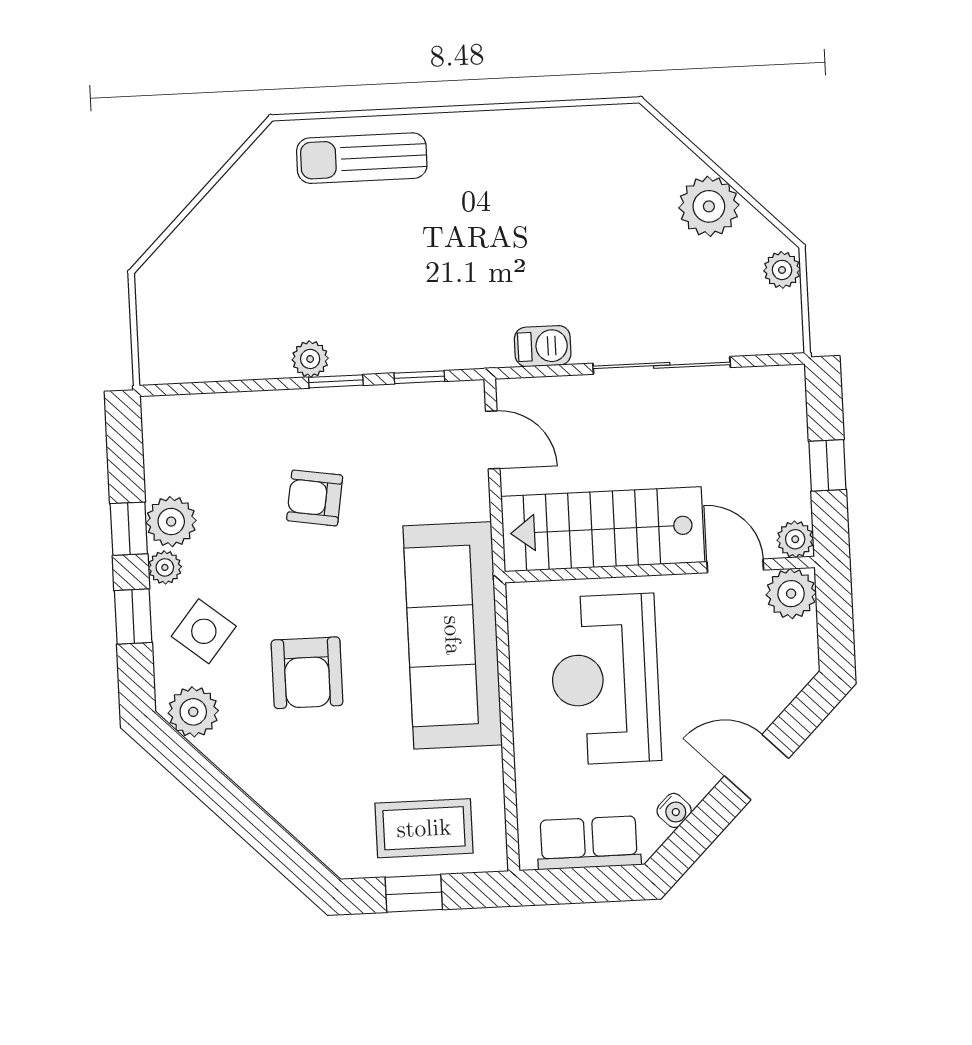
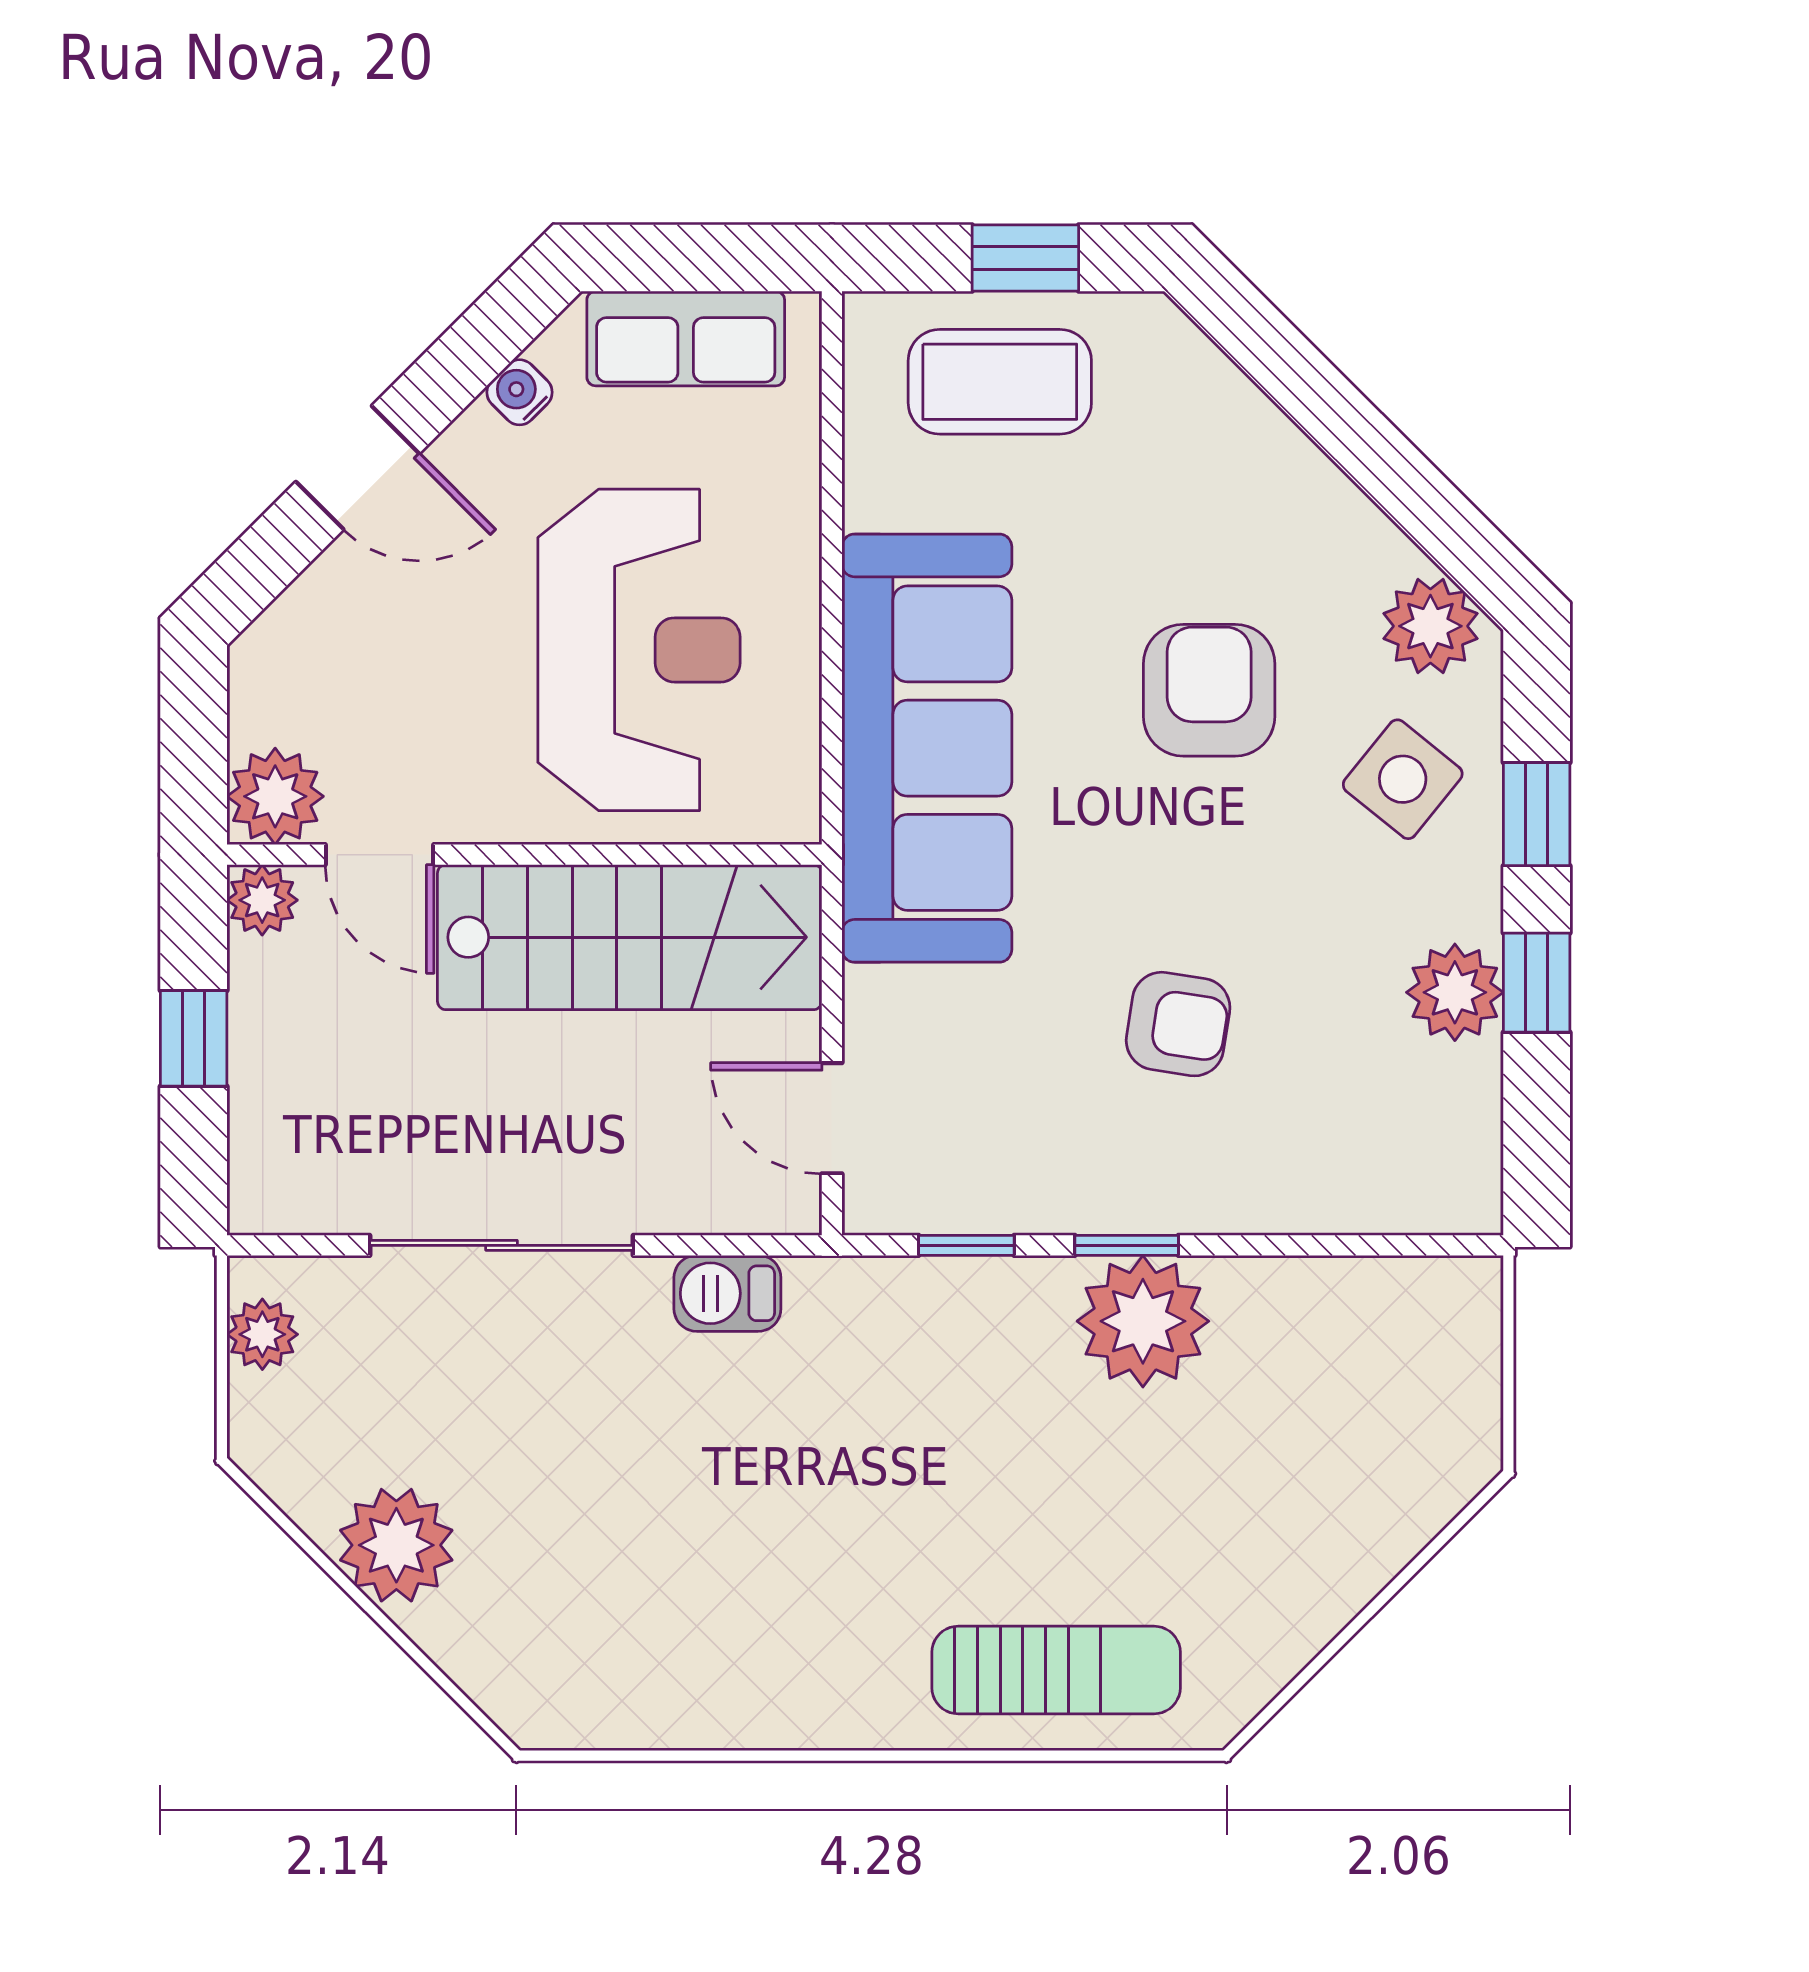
plant: (782, 270) -> (262, 1334), moved
plant: (310, 359) -> (1143, 1321), width x1.88, depth x1.88
plant: (165, 567) -> (1471, 905), removed

